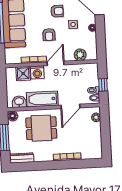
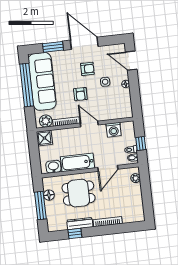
plant: (80, 55) -> (46, 121), moved
door: (56, 63) -> (89, 124), hinge flipped
washing machine: (37, 72) -> (114, 130), moved
shower: (23, 74) -> (44, 138), moved
floor lamp: (13, 116) -> (49, 195), moved
dresser: (22, 158) -> (80, 224), moved
window: (35, 166) -> (75, 234), added

